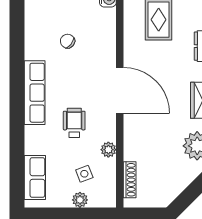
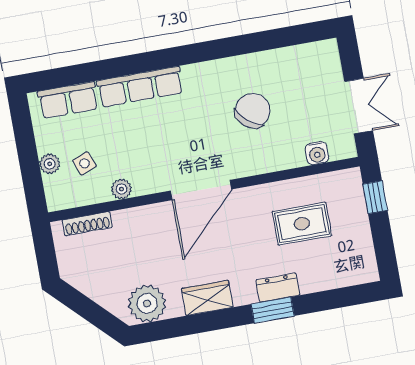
chair: (68, 41) -> (253, 111), width x1.87, depth x1.87
row of seats: (35, 93) -> (140, 87), moved
wheelchair: (74, 123) -> (148, 138), removed

